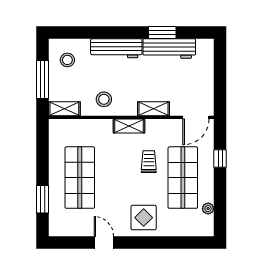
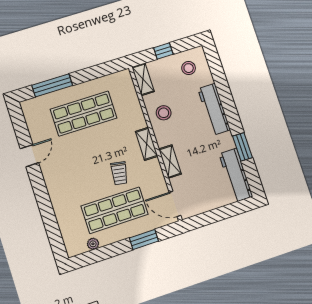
workbench: (169, 49) -> (236, 175), moved
window: (43, 79) -> (163, 51), width x0.46
window: (220, 159) -> (144, 239), width x1.50
trolley: (149, 162) -> (119, 173), turned 100
window: (43, 199) -> (52, 85), width x1.44
display table: (144, 218) -> (65, 185), removed

